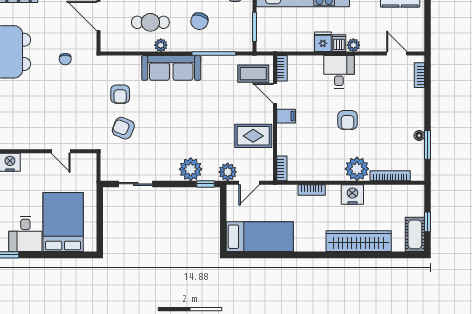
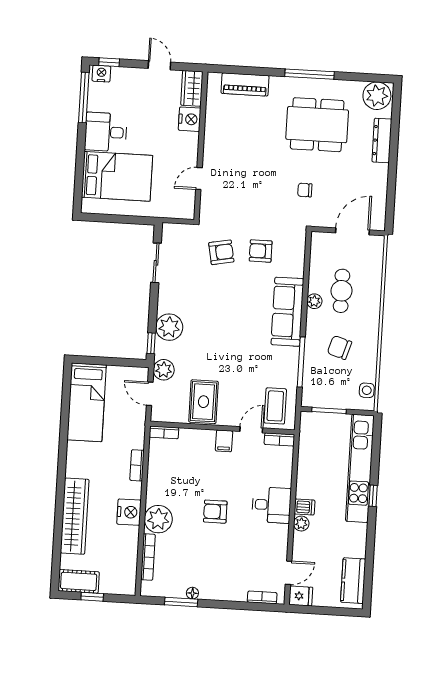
fridge: (323, 42) -> (301, 596), moved
armchair: (123, 128) -> (221, 252), turned 57

